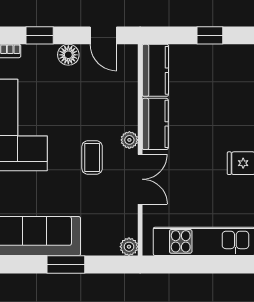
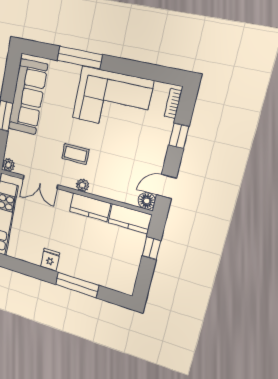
window: (210, 35) -> (151, 248), moved
floor lamp: (68, 55) -> (147, 201), moved
double door: (140, 179) -> (40, 182), moved

